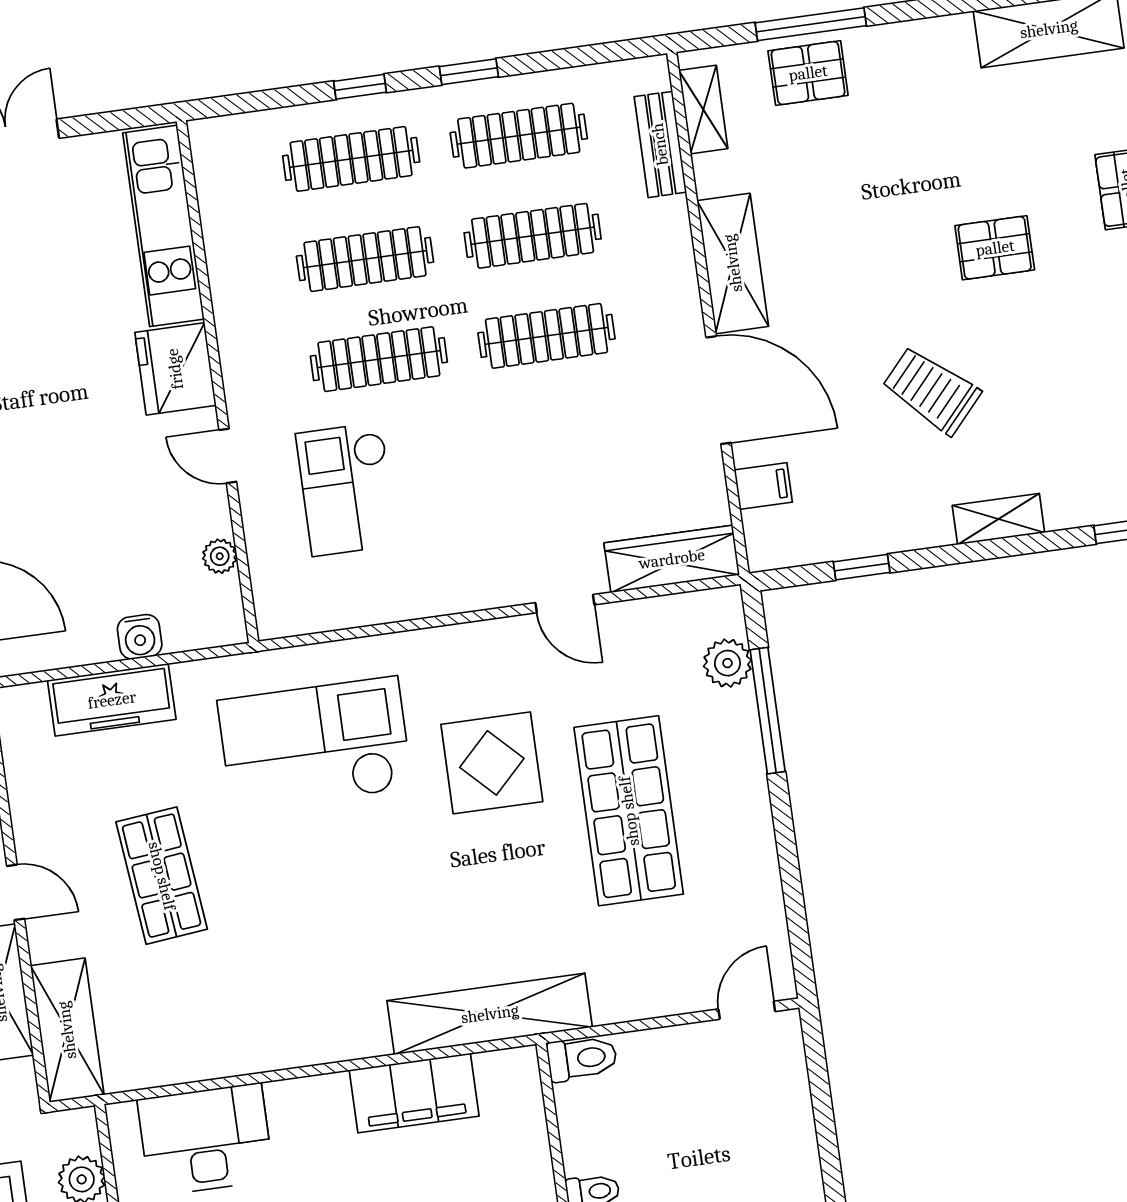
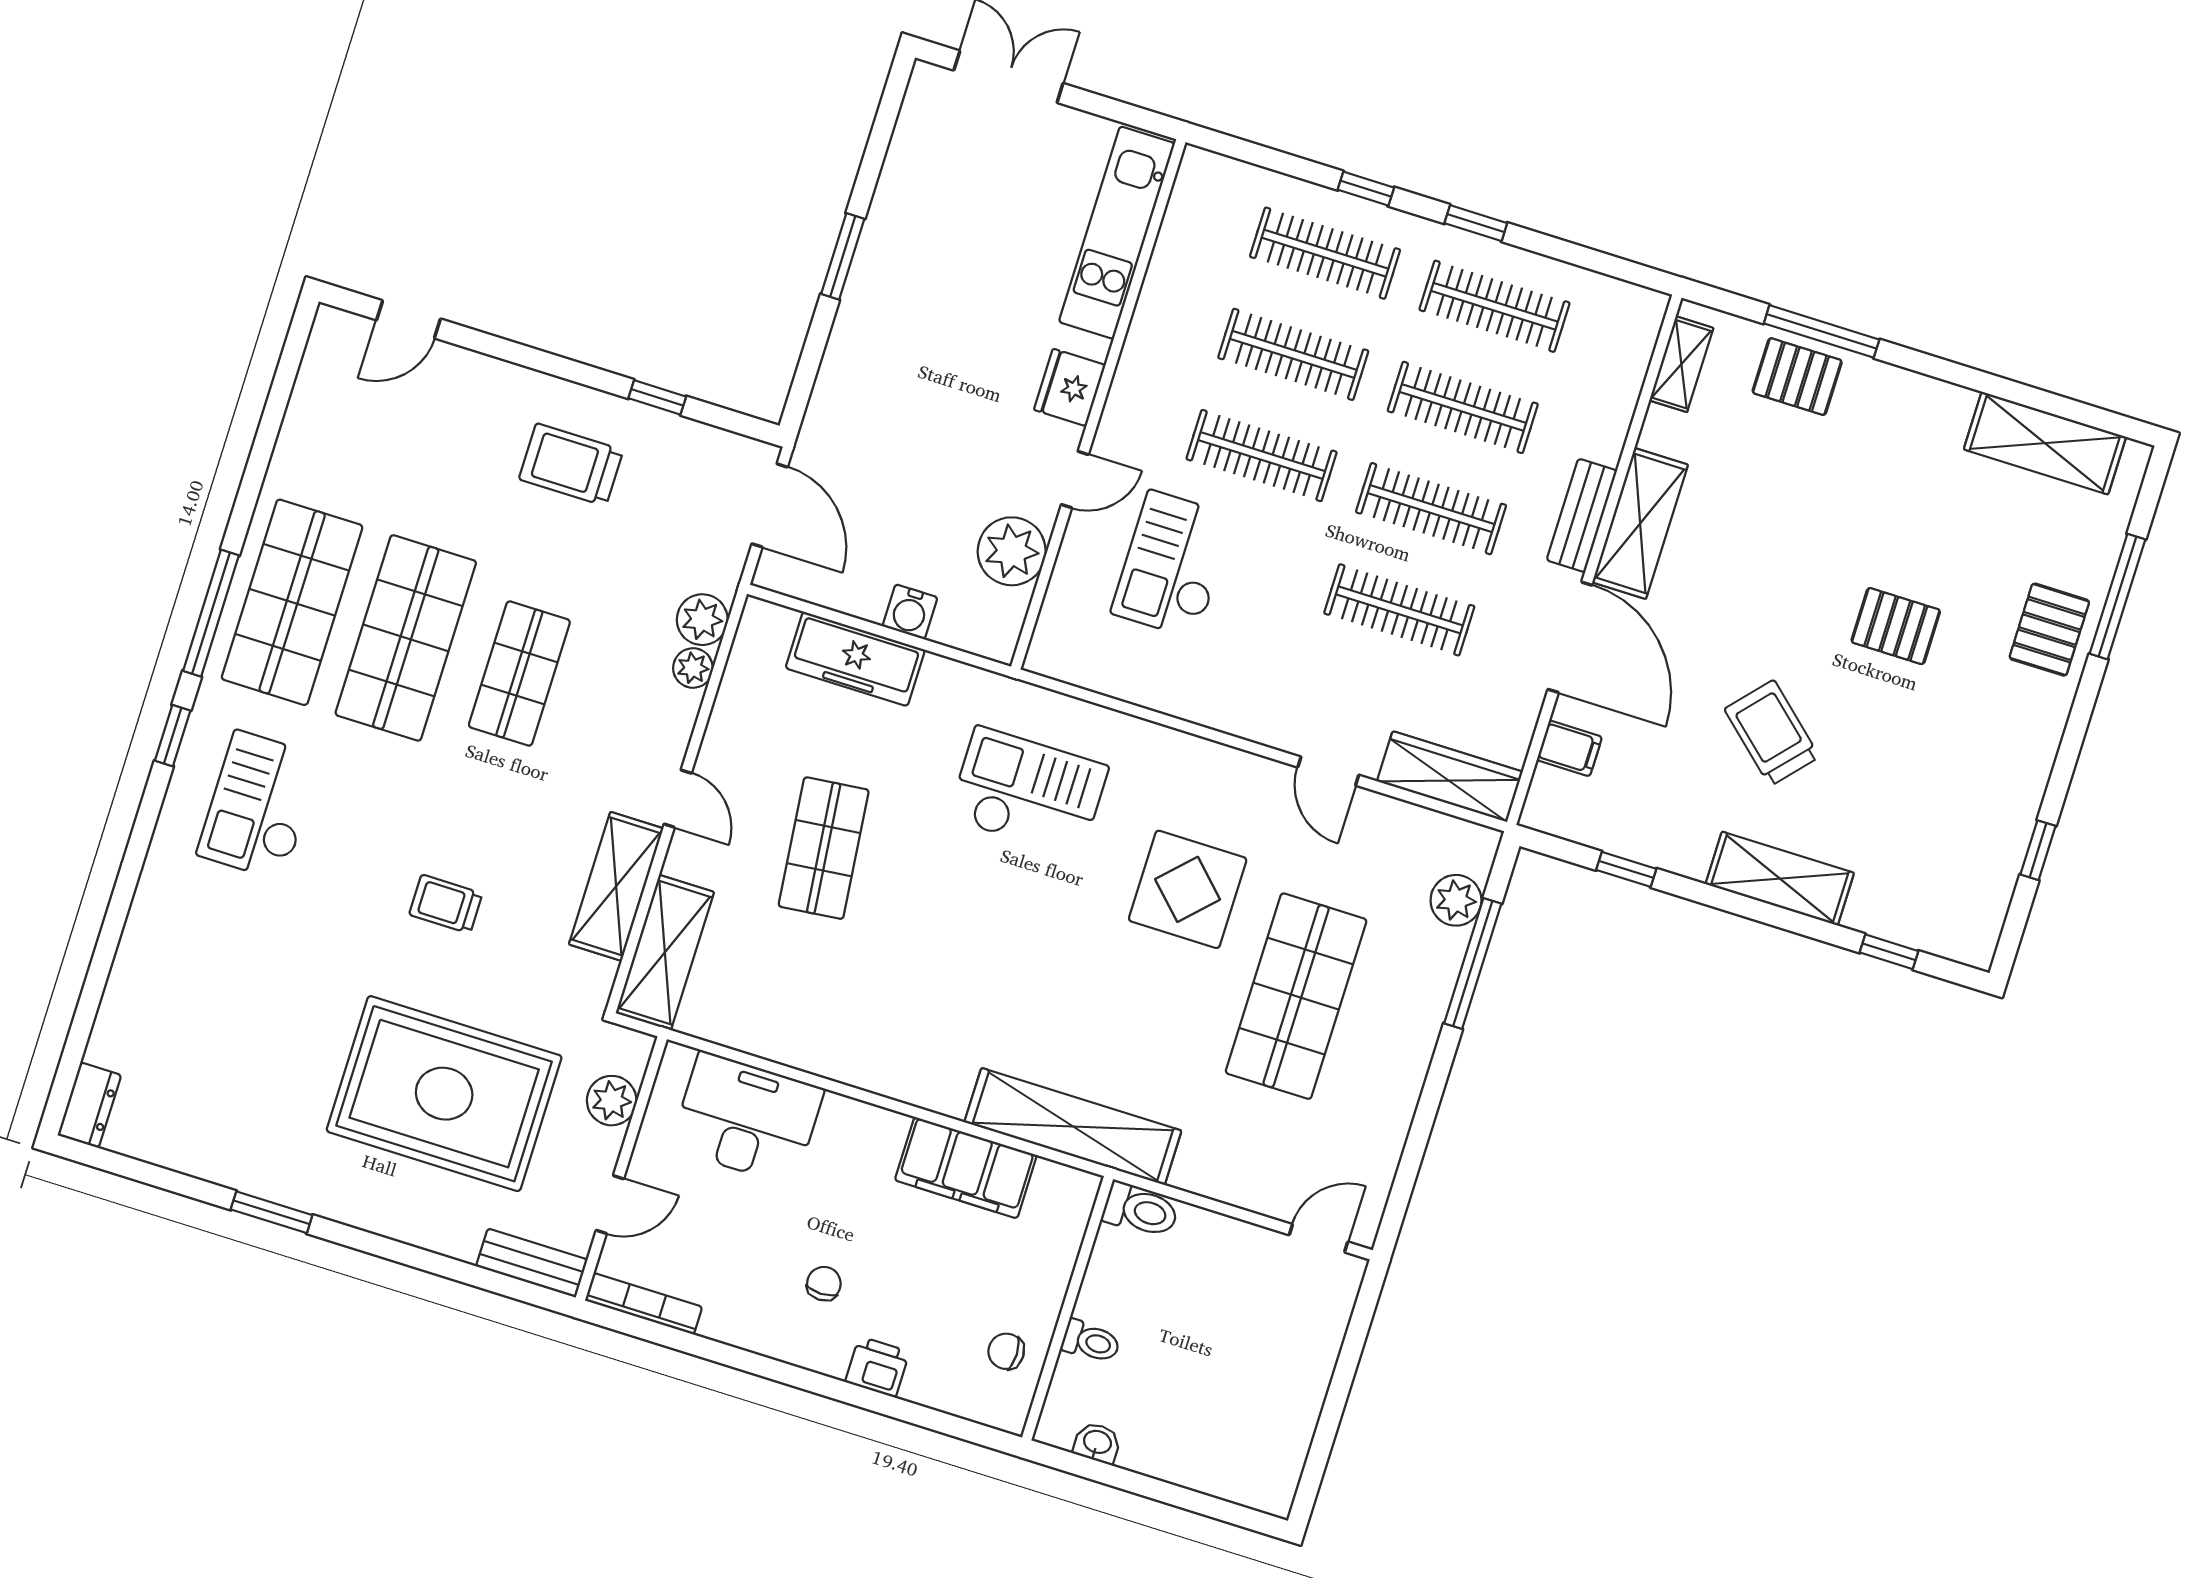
bench: (660, 144) -> (1582, 515), moved
fridge: (175, 369) -> (1070, 387), width x0.73, depth x0.75
clothes rail: (560, 436) -> (1399, 610), added
door: (228, 456) -> (1075, 480), swing flipped
shelving: (998, 519) -> (1780, 879), width x1.50, depth x1.33
plant: (220, 556) -> (1012, 551), width x1.88, depth x1.88
checkout: (315, 744) -> (1028, 792), width x0.73, depth x0.83

